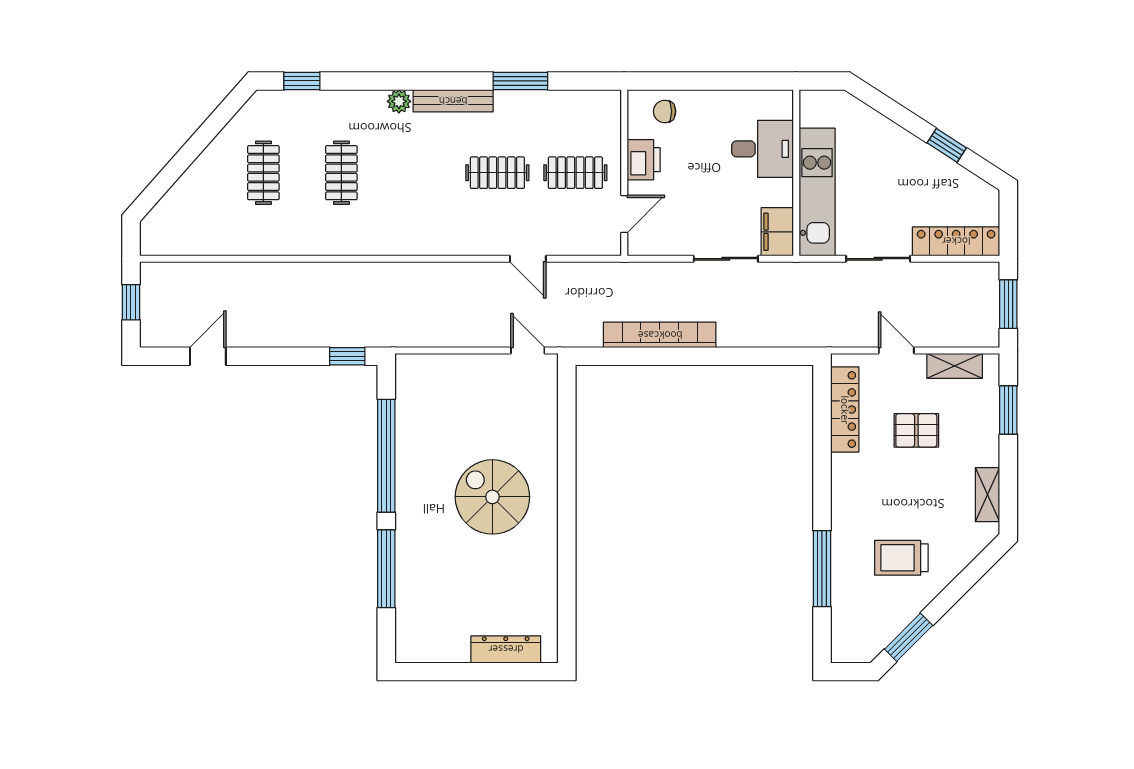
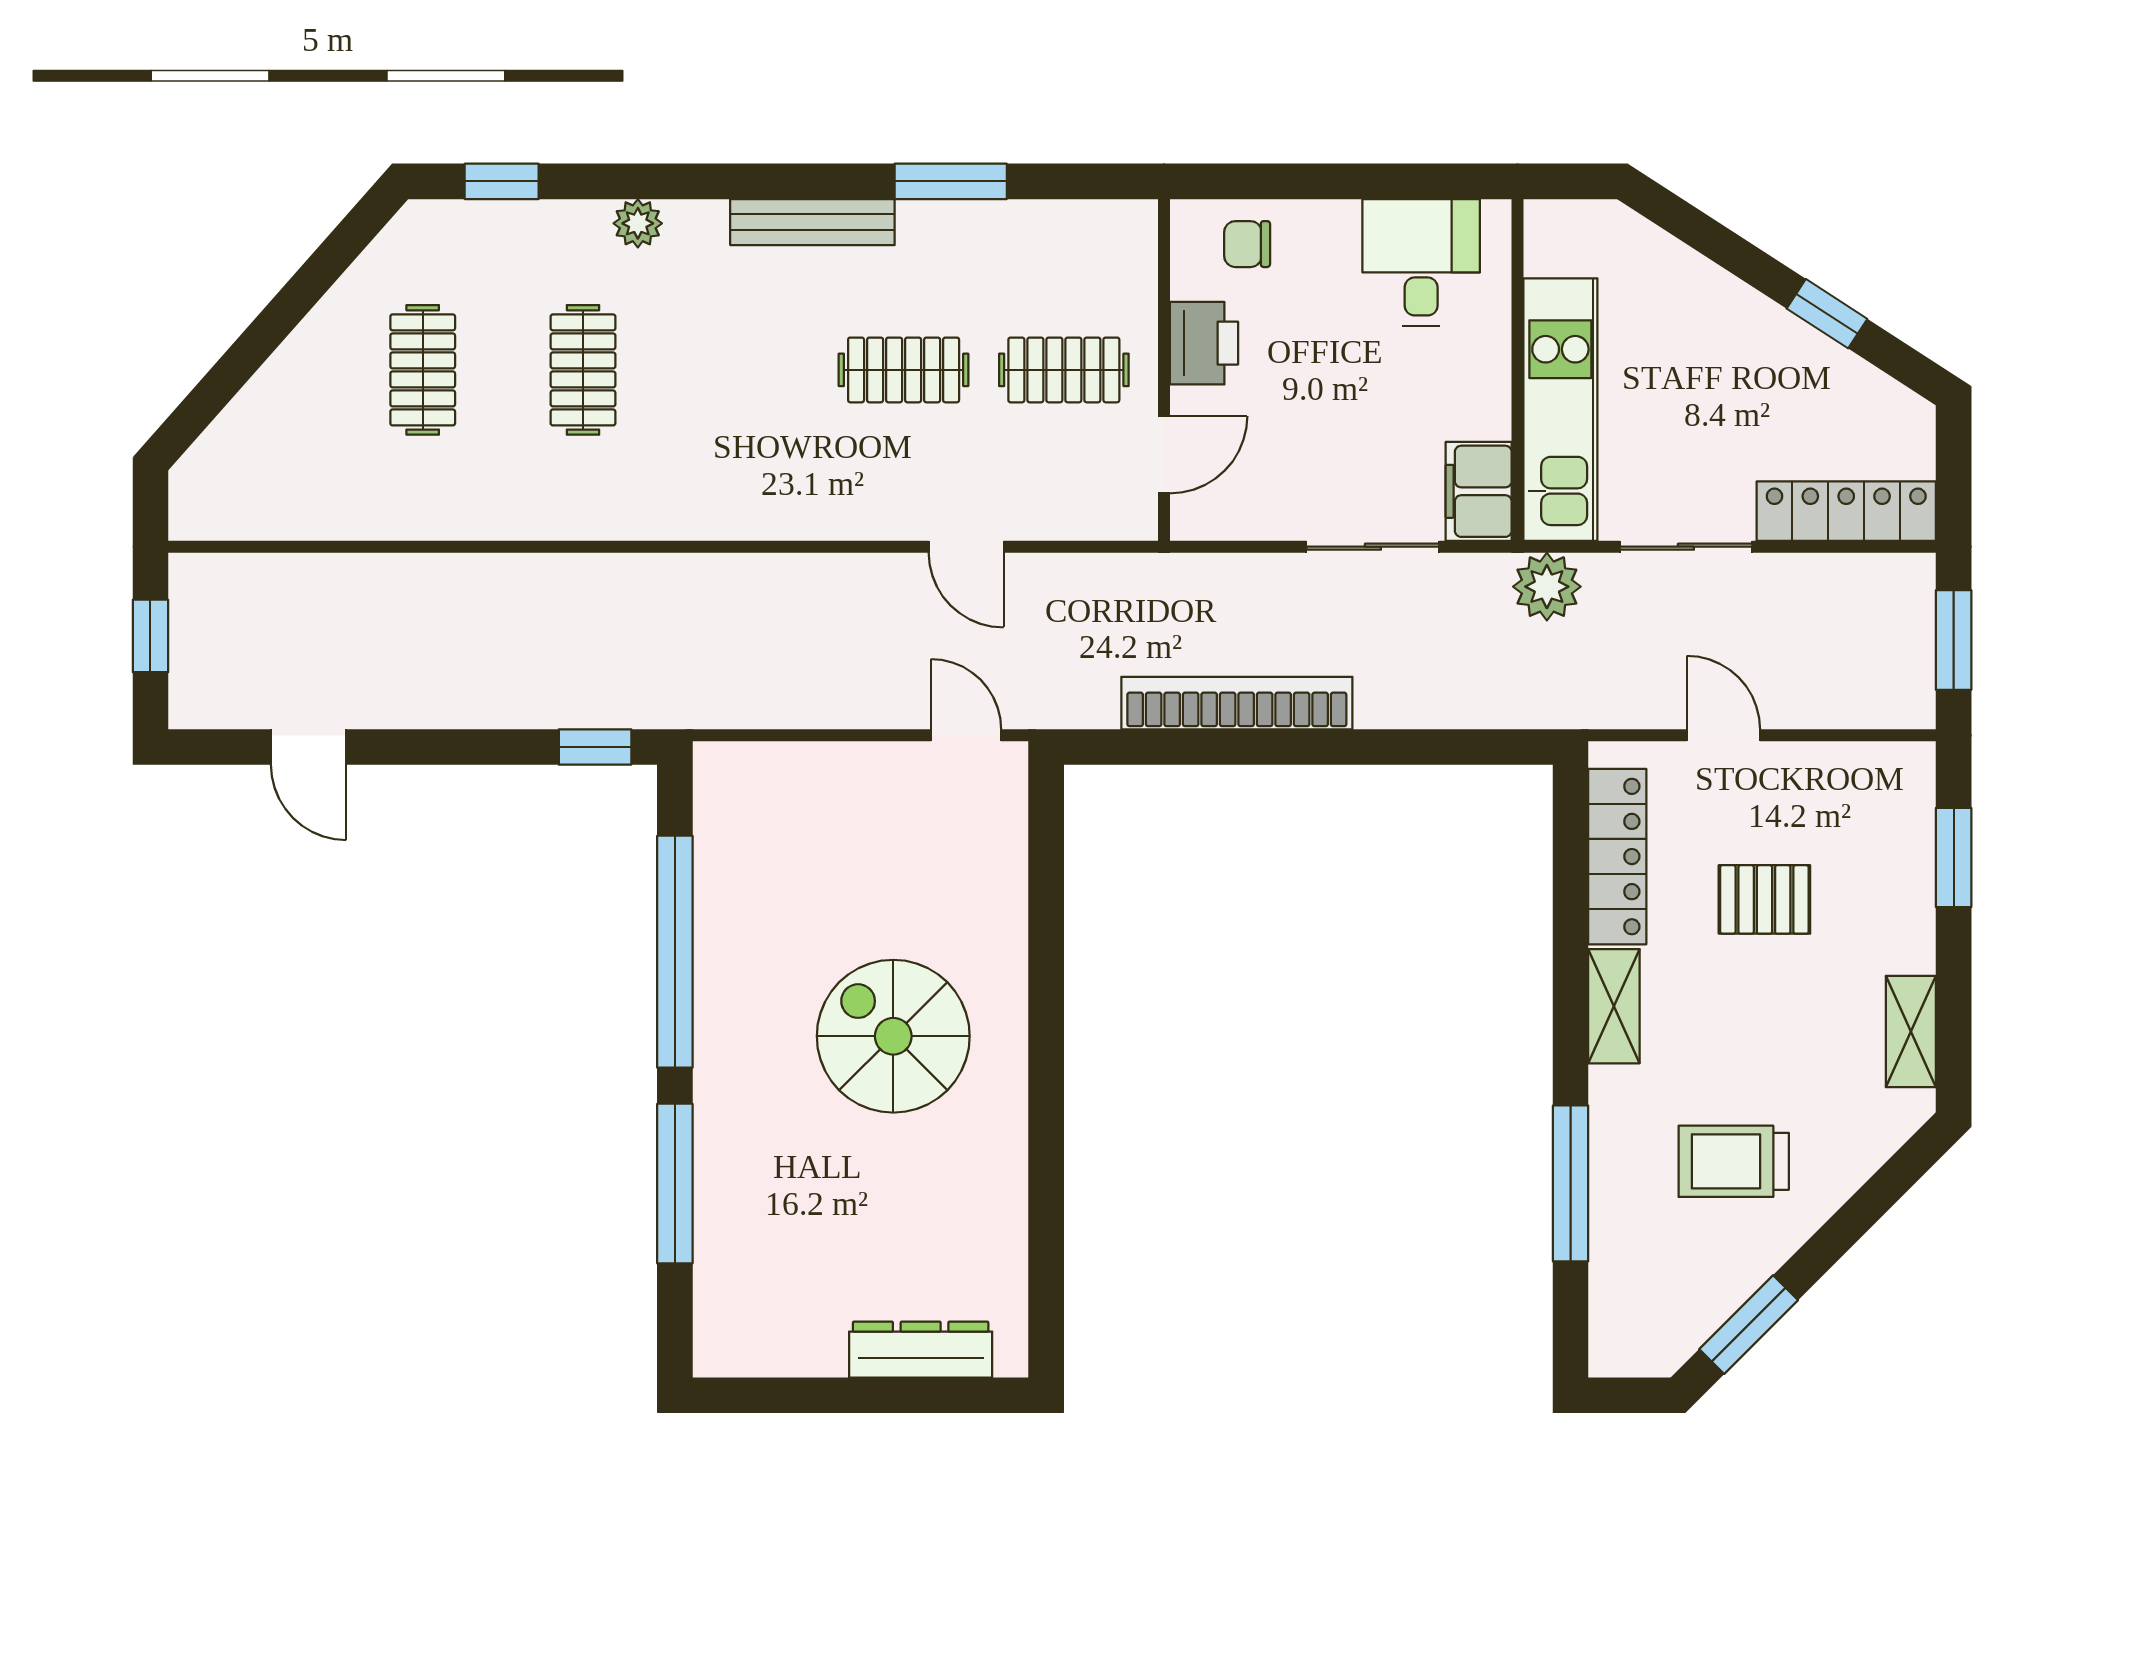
plant: (399, 101) -> (638, 223), moved
desk: (763, 149) -> (1421, 262), moved, turned -90
plant: (810, 278) -> (1547, 587), added
door: (208, 356) -> (309, 747), swing flipped
shelving: (955, 366) -> (1614, 1006), moved, turned 90

